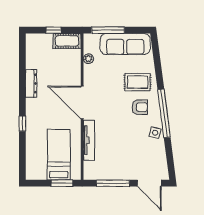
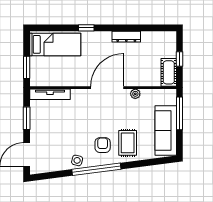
plant: (88, 59) -> (135, 94), moved
armchair: (140, 107) -> (103, 145), turned 180
tv unit: (89, 140) -> (50, 94), moved
bed: (59, 155) -> (55, 44), moved
window: (113, 183) -> (27, 118), width x0.69

